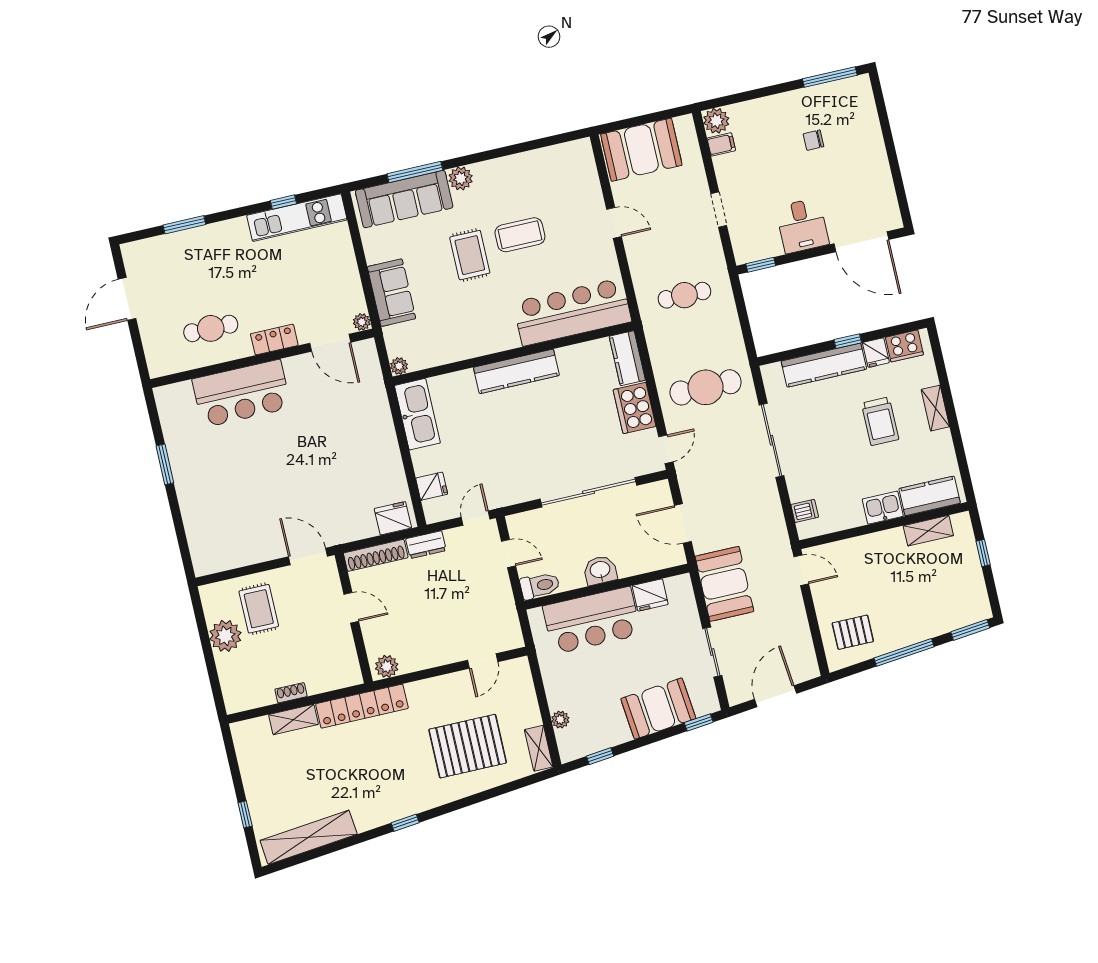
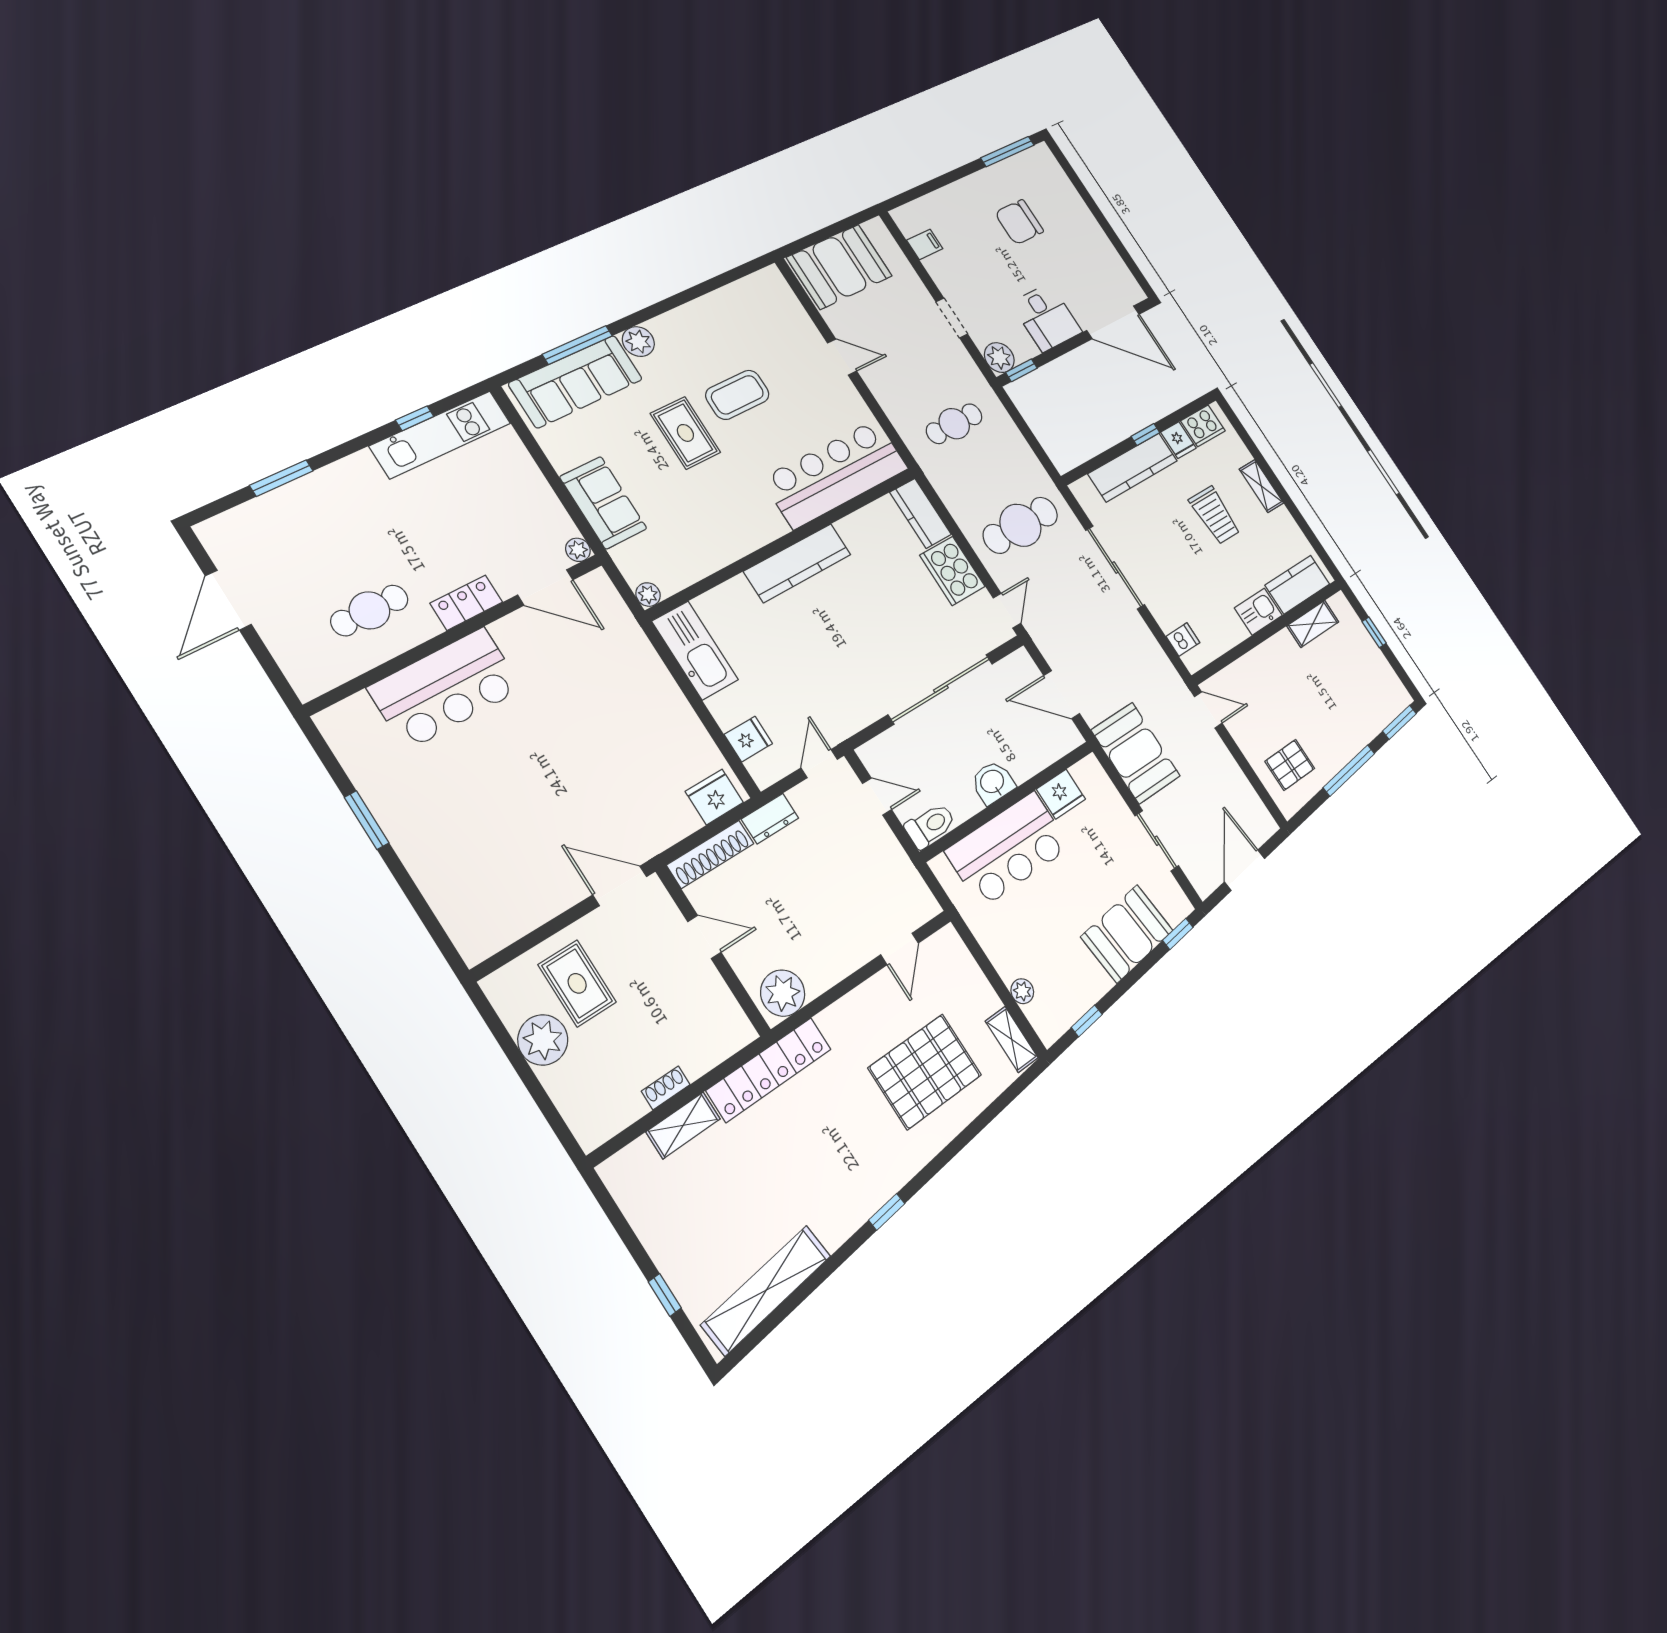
plant: (716, 121) -> (999, 358), moved
chair: (813, 140) -> (1019, 222), width x1.87, depth x1.87
plant: (387, 666) -> (783, 993), width x1.36, depth x1.36

